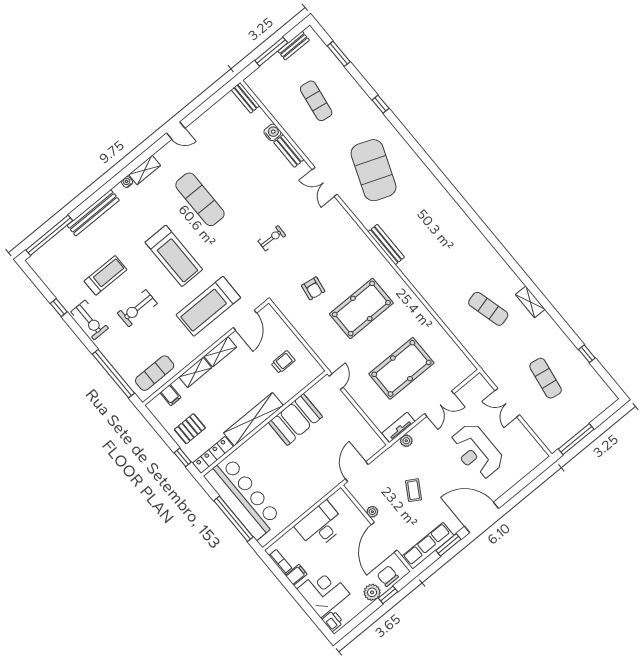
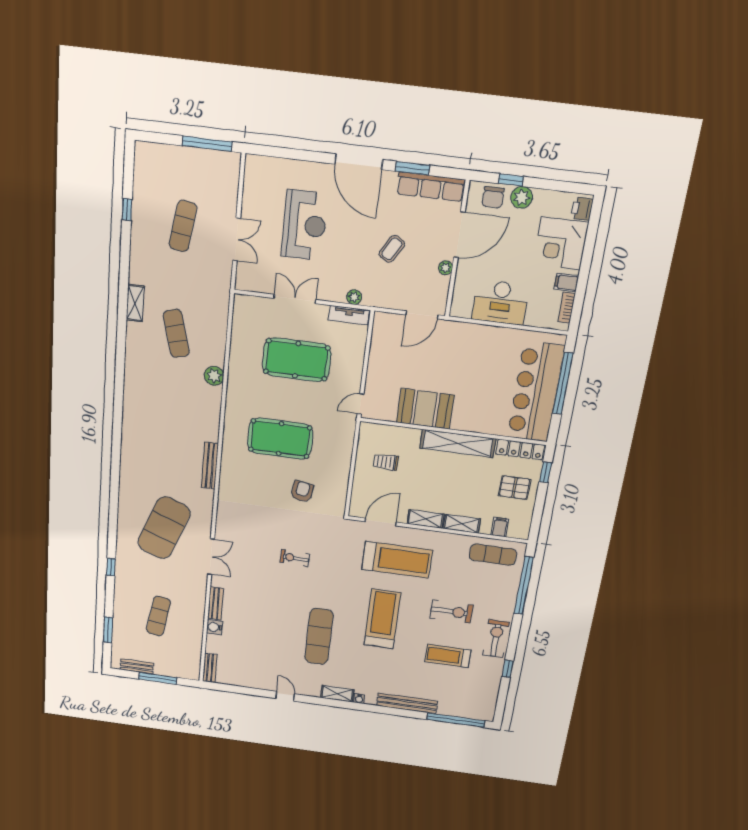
plant: (440, 306) -> (214, 376), added

